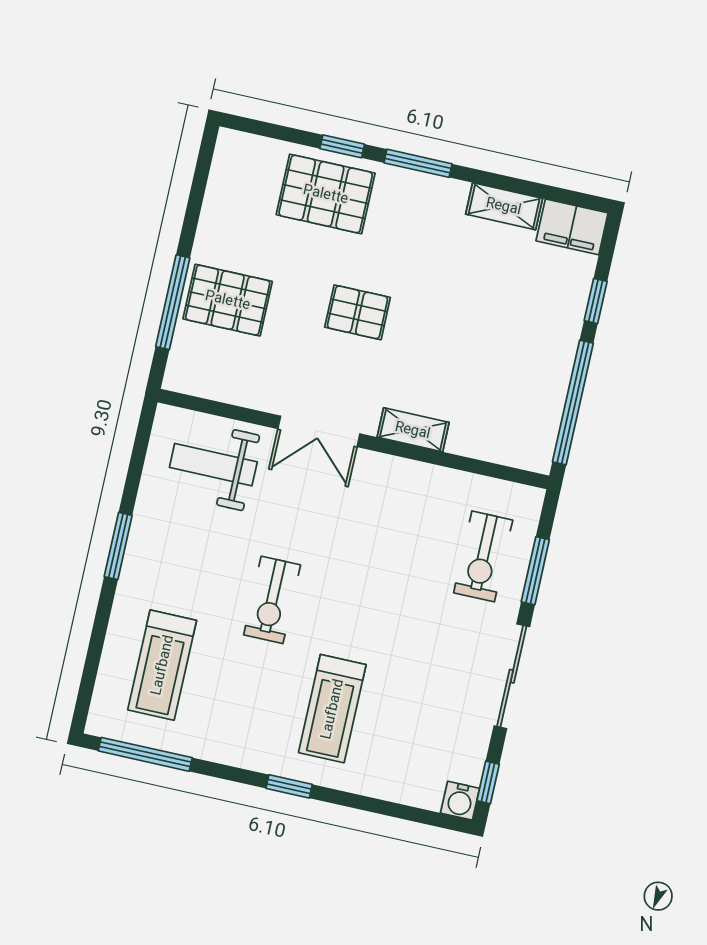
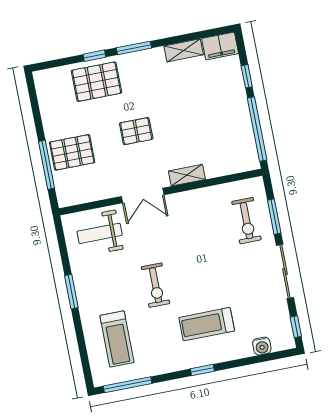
treadmill: (332, 709) -> (207, 324), turned 90
water cooler: (460, 801) -> (262, 346), moved

